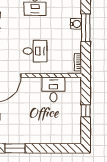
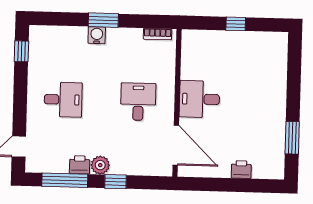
window: (86, 28) -> (103, 20), width x0.69
desk: (54, 89) -> (199, 99), moved

